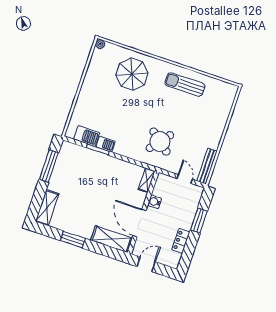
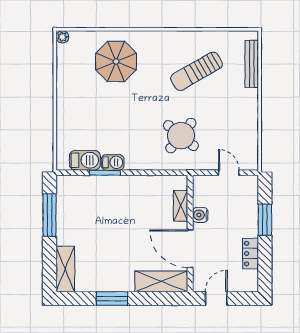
sun lounger: (185, 85) -> (197, 71), moved, turned -30
bench: (207, 166) -> (252, 64), moved
shelving: (147, 180) -> (181, 206), moved

